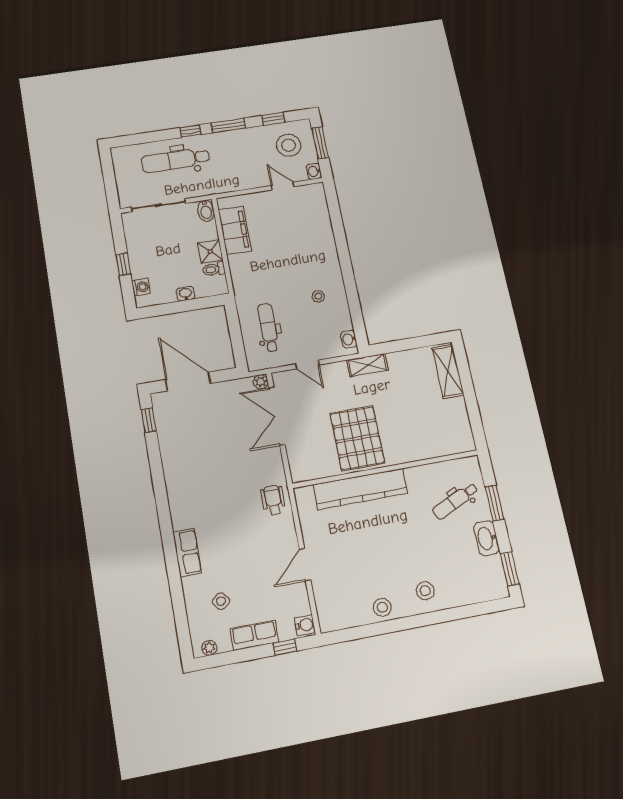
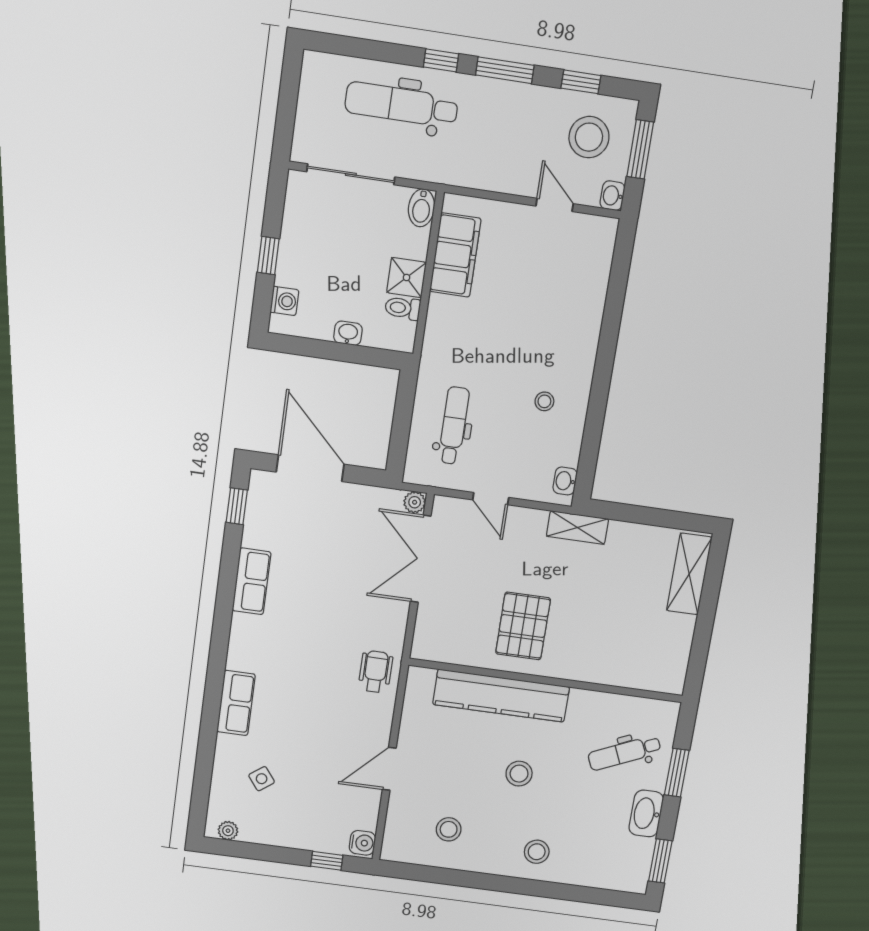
pallet: (357, 438) -> (523, 626), width x0.73, depth x0.71
stool: (392, 539) -> (519, 774), added
stool: (382, 607) -> (449, 829), moved
row of seats: (254, 635) -> (252, 581), moved, turned 90

